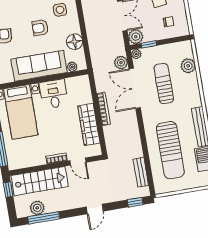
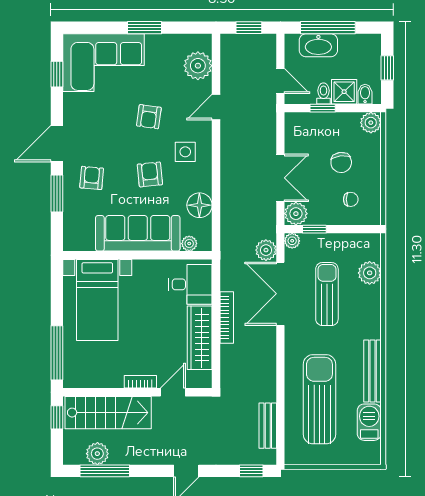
armchair: (40, 28) -> (150, 174), turned 84
desk: (54, 94) -> (190, 284), moved, turned 90
sun lounger: (170, 150) -> (319, 399), turned 180
door: (78, 161) -> (173, 392), swing flipped

